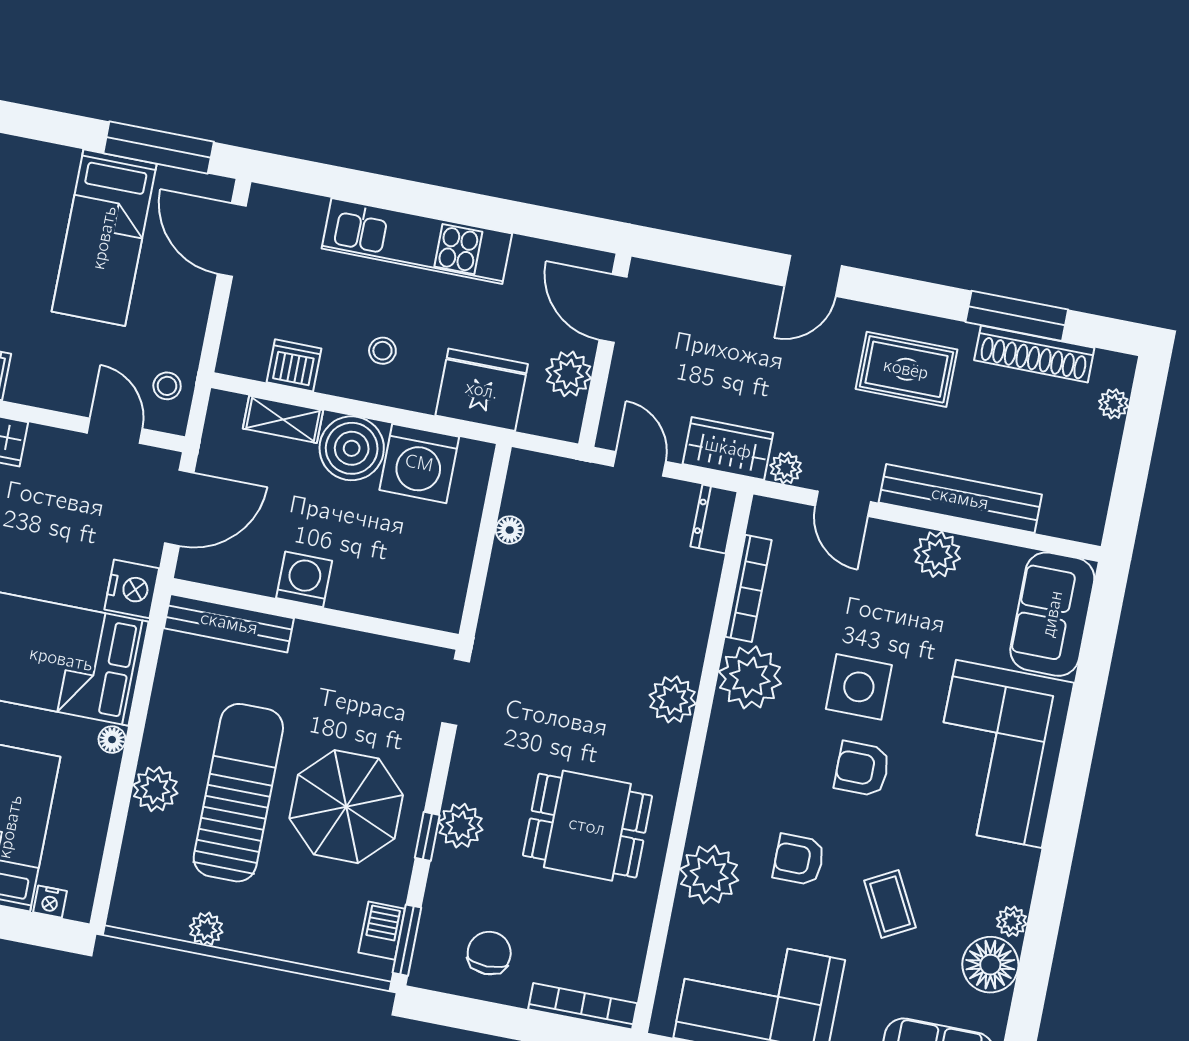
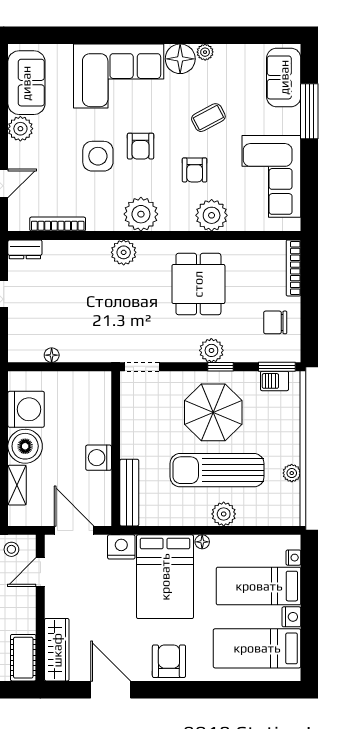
sofa: (1052, 614) -> (26, 83), moved, turned -90
plant: (750, 677) -> (141, 214), moved
floor lamp: (990, 965) -> (180, 59), moved

